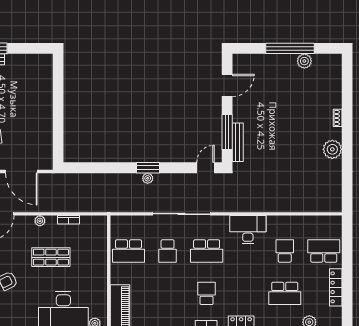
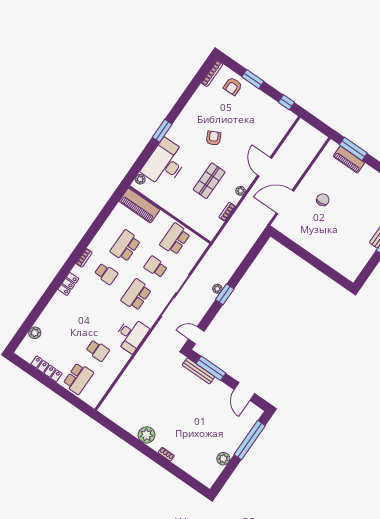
window: (290, 48) -> (250, 440), moved
door: (205, 168) -> (196, 335), swing flipped
school desk: (285, 293) -> (125, 246), moved

